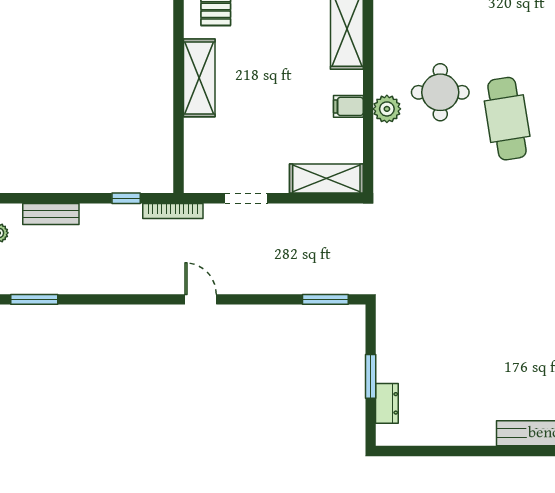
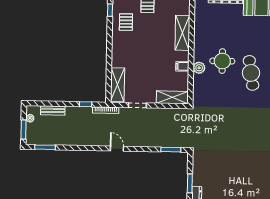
shelving: (199, 78) -> (118, 85), moved

